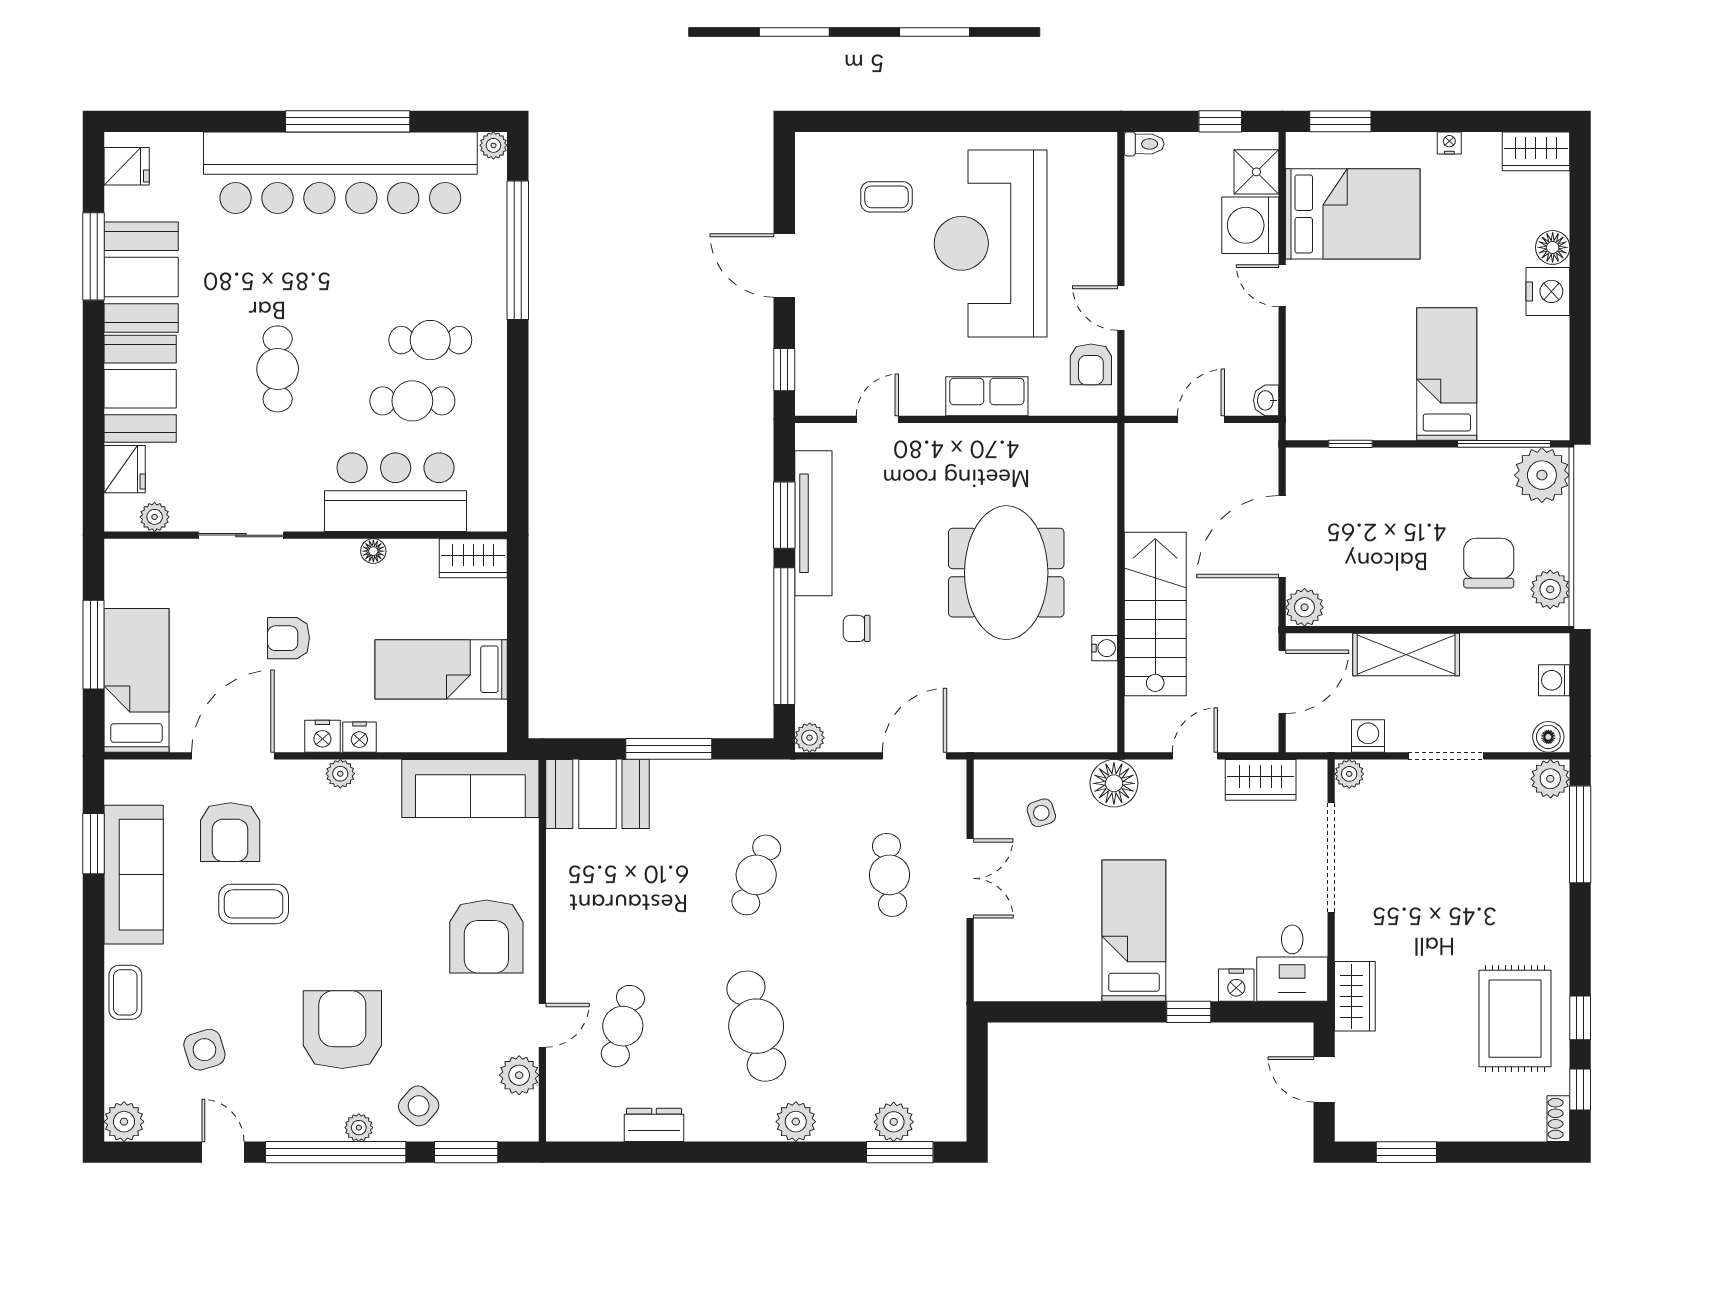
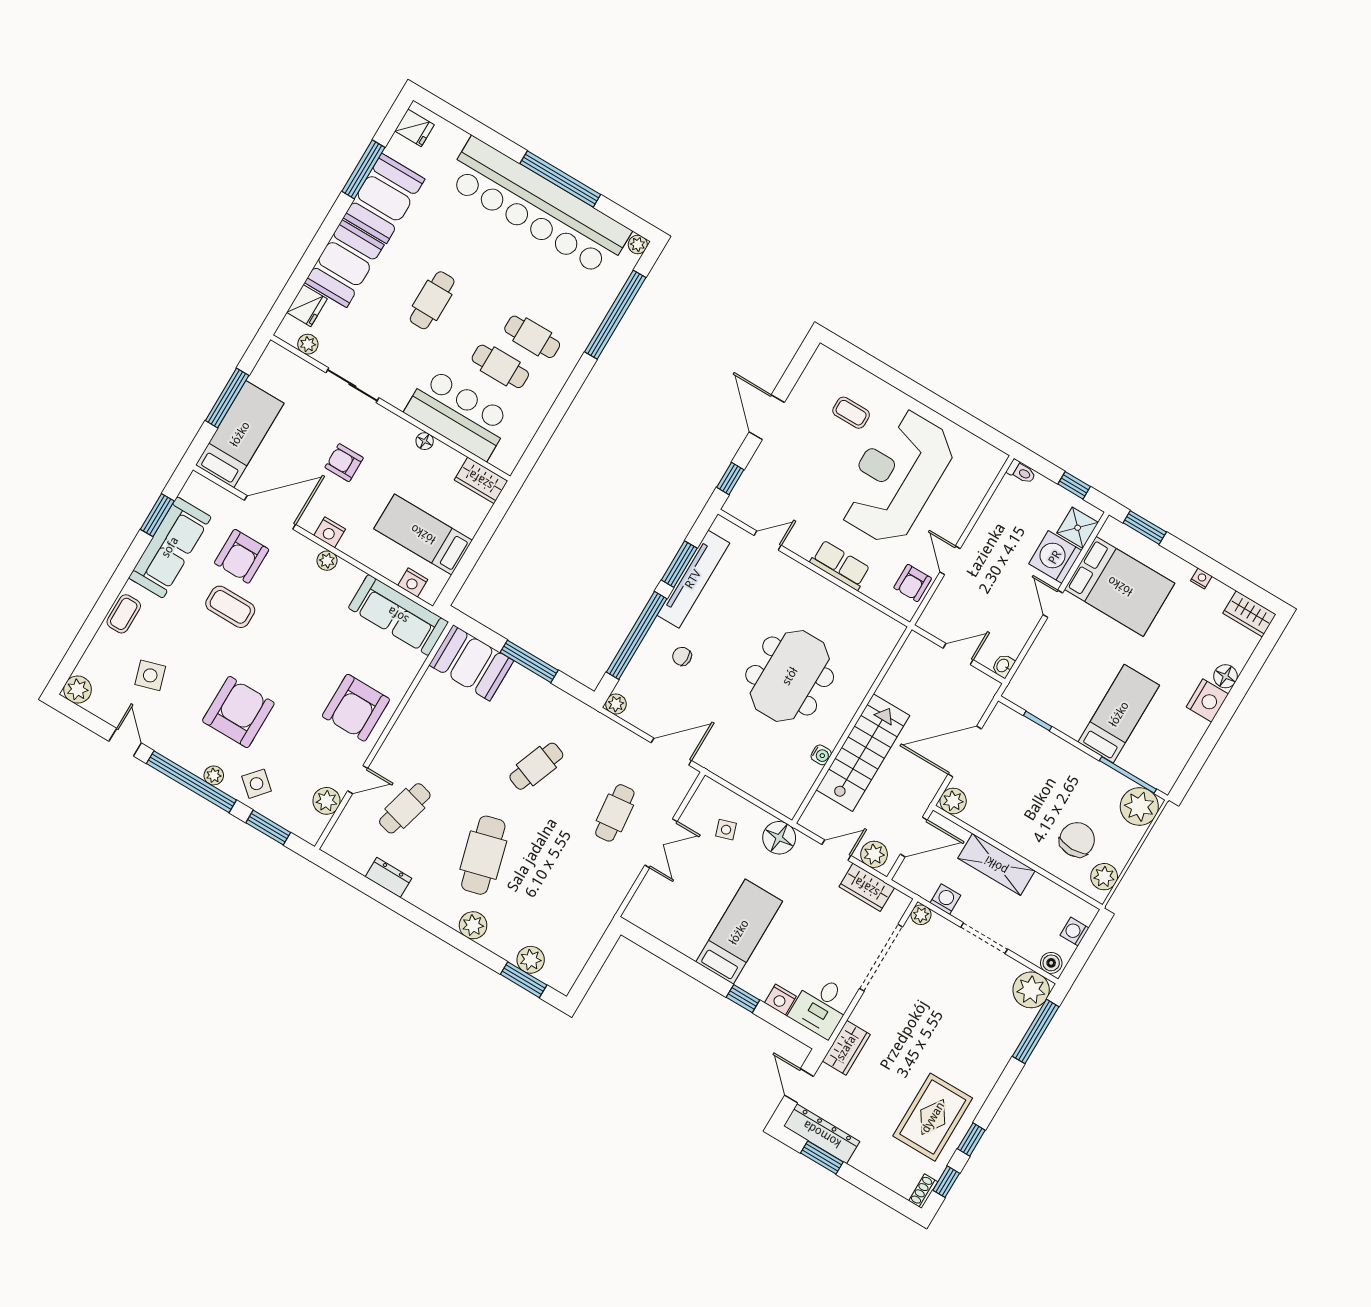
plant: (1245, 733) -> (874, 854), added
nightstand: (359, 737) -> (413, 583), moved
plant: (1550, 779) -> (1031, 990), width x1.36, depth x1.36
dresser: (1388, 1123) -> (822, 1134), added

